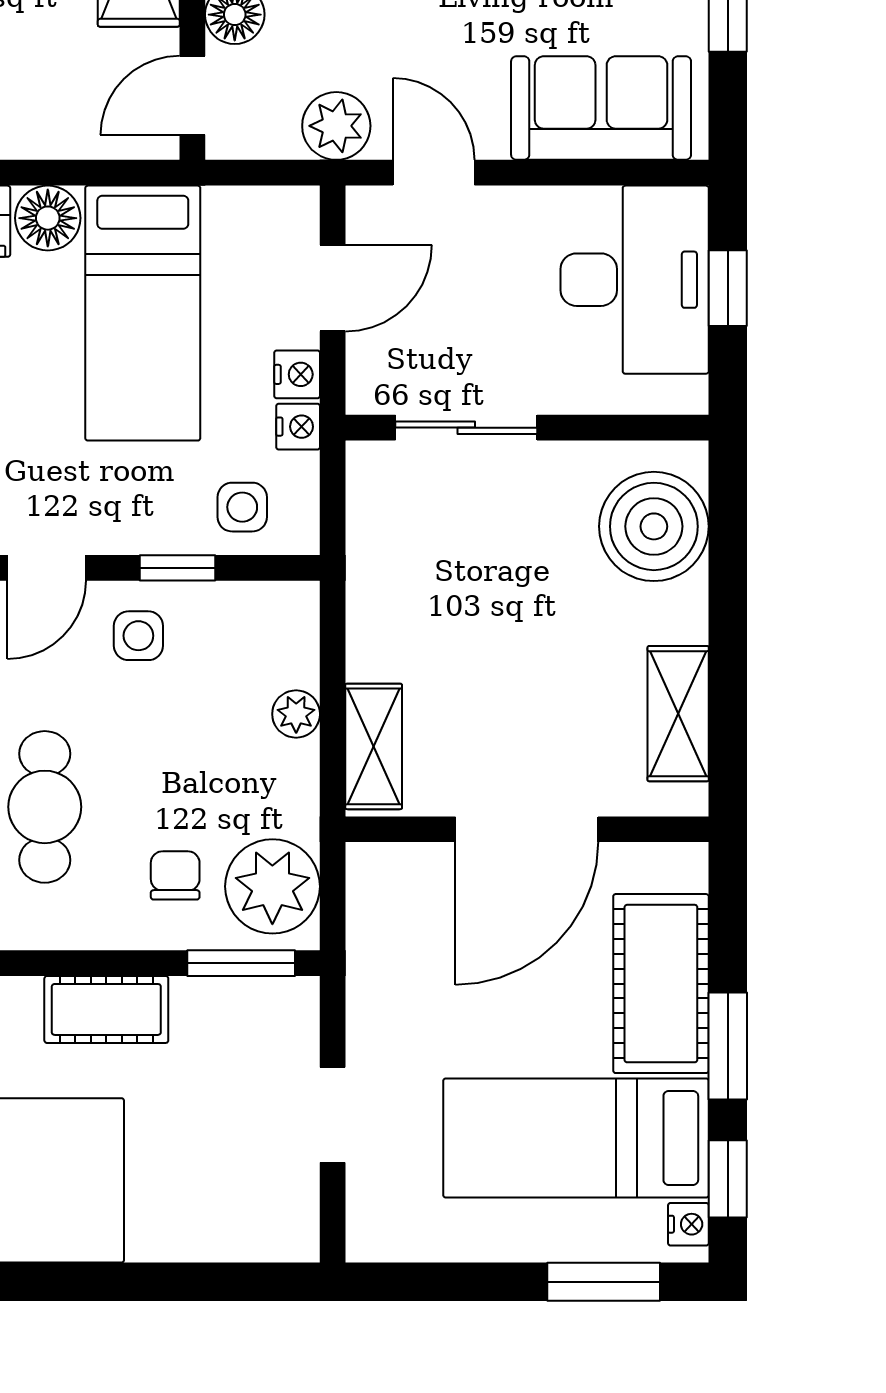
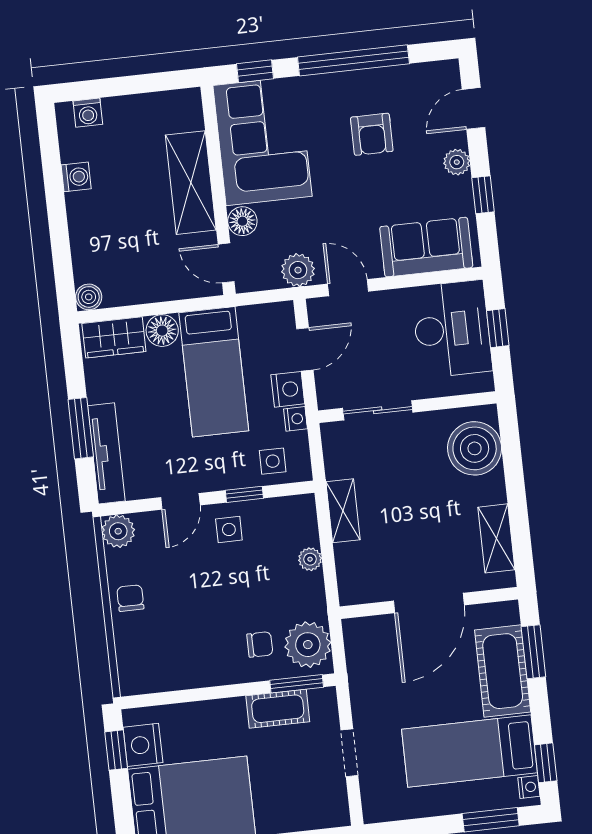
door: (192, 95) -> (226, 263), hinge flipped
nightstand: (297, 374) -> (288, 389), width x1.39, depth x1.35
shelving: (374, 746) -> (343, 511), moved
cafe table: (45, 807) -> (192, 618), removed
chair: (175, 875) -> (260, 644), turned 90
cot: (106, 1009) -> (278, 709), moved
window: (728, 1046) -> (533, 652), moved

